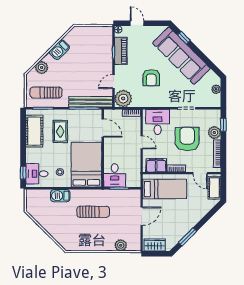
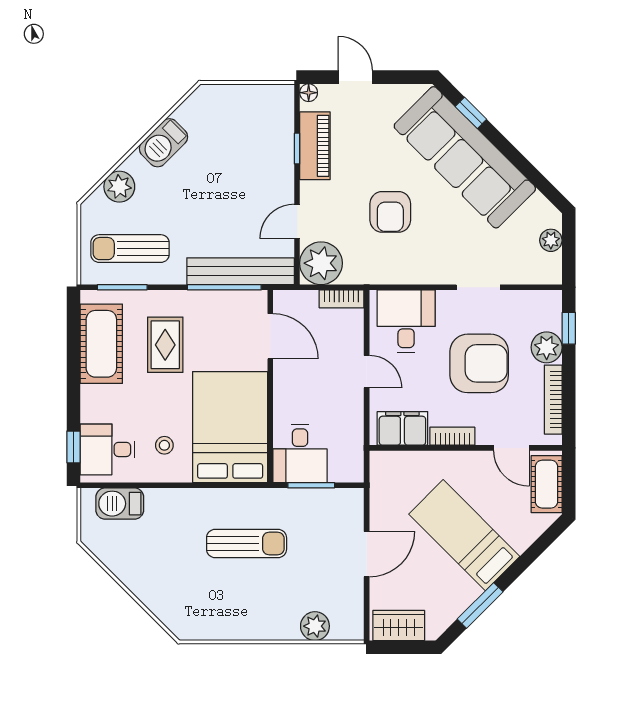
armchair: (187, 139) -> (479, 363), turned 90
bed: (165, 189) -> (464, 535), moved, turned -135
barbecue: (60, 196) -> (120, 504), moved

